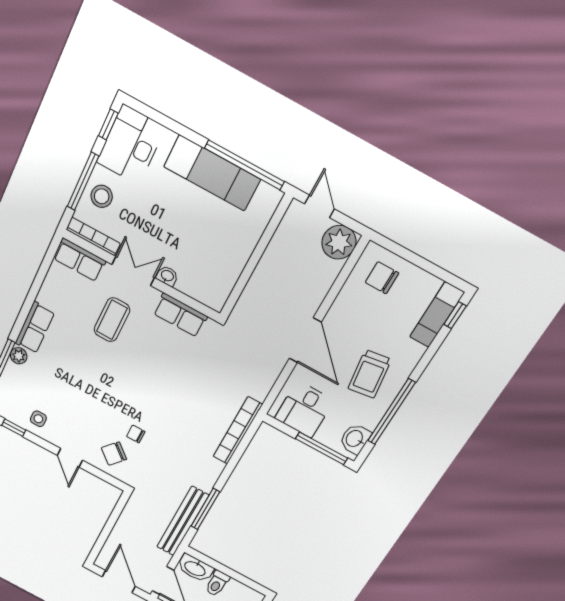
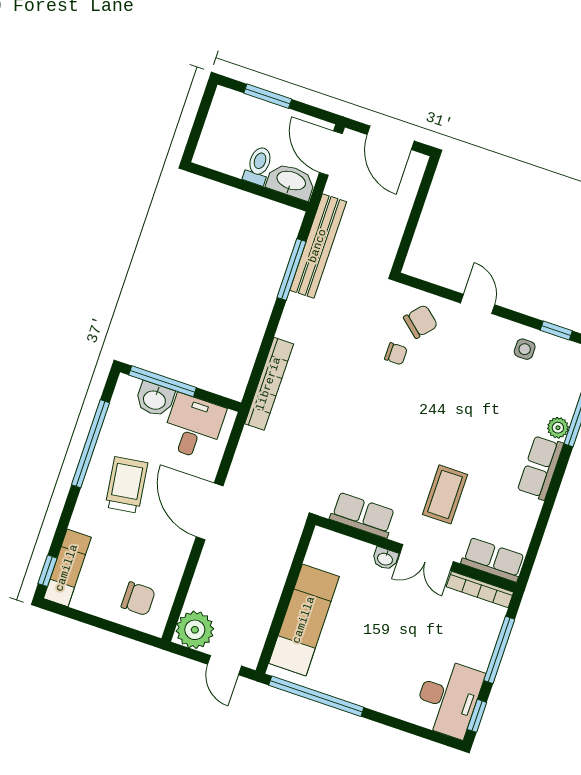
exam couch: (212, 173) -> (304, 620), moved, turned 90
stool: (102, 196) -> (475, 637), removed
washbasin: (355, 439) -> (155, 399), moved, turned 90

